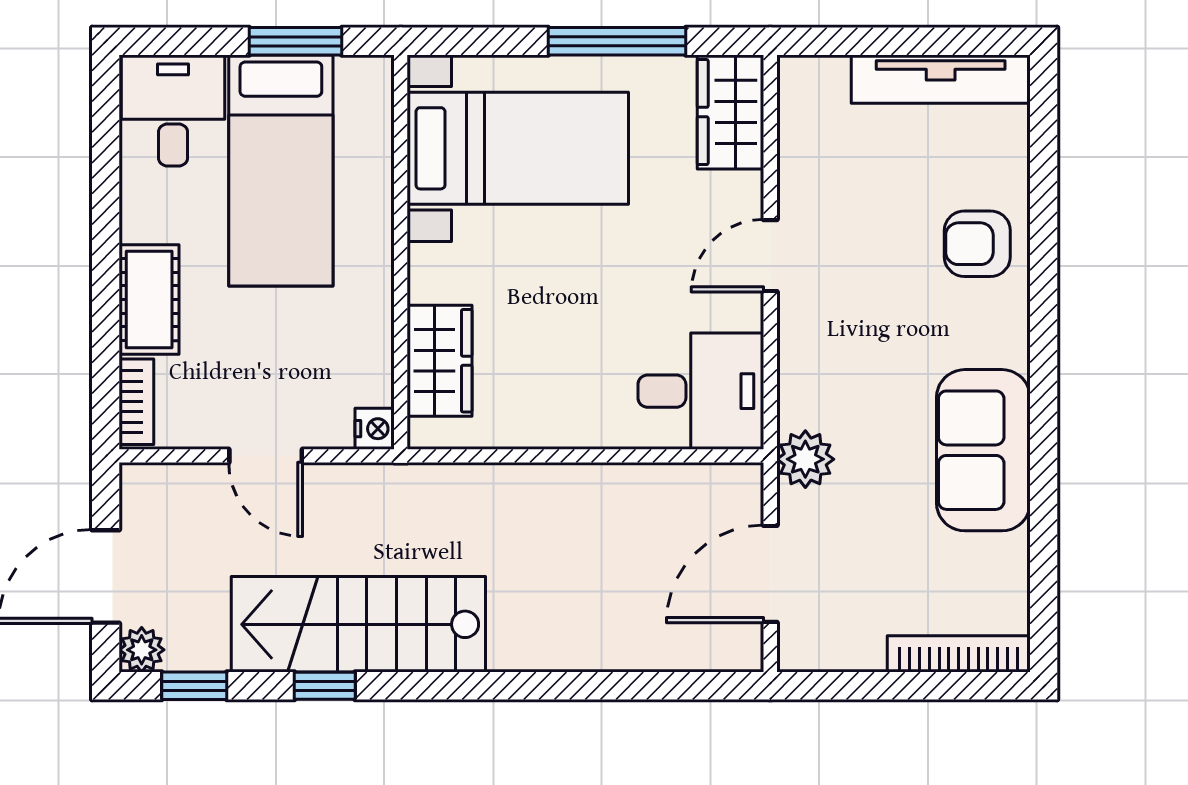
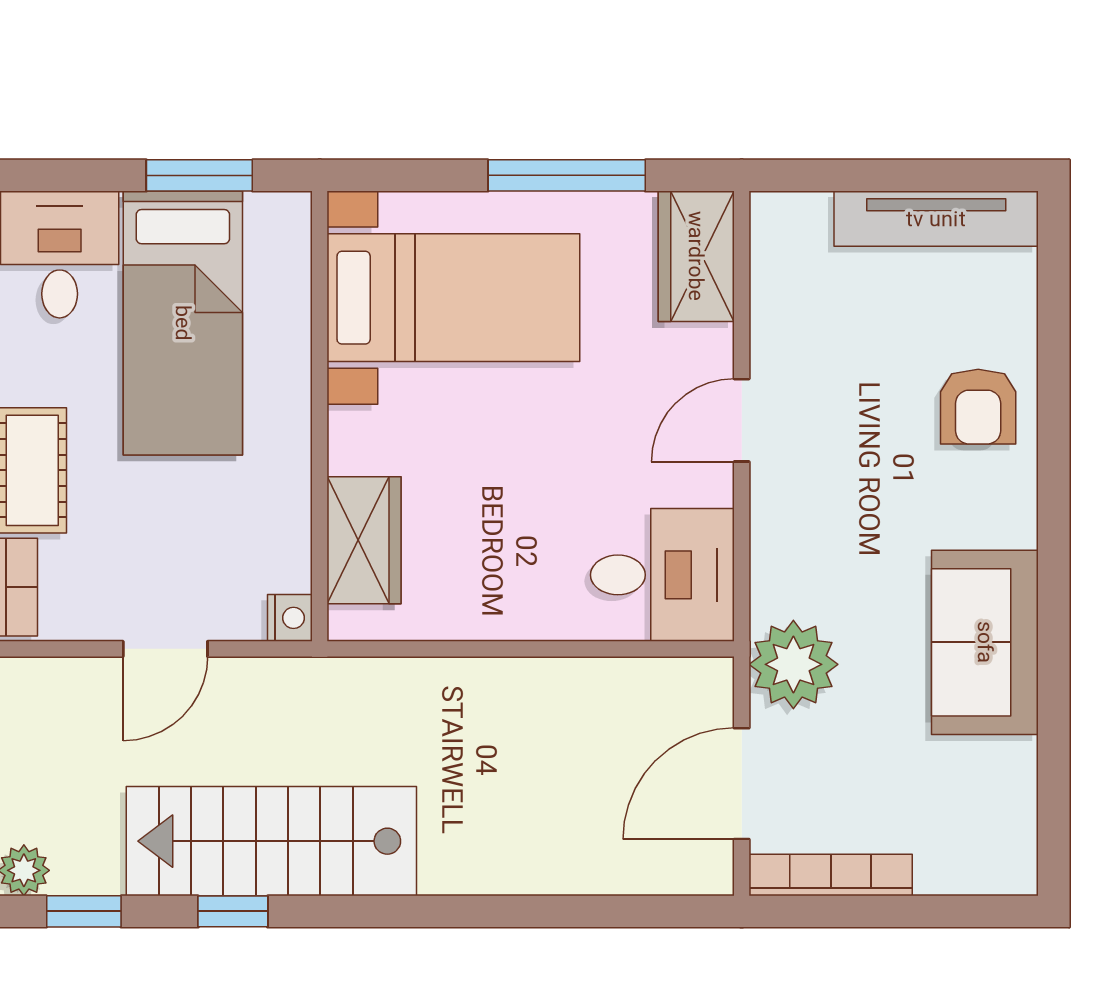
armchair: (977, 244) -> (978, 407), turned -90
door: (266, 456) -> (165, 649), hinge flipped
plant: (805, 459) -> (793, 664), width x1.36, depth x1.36
bookcase: (959, 654) -> (831, 875), moved

